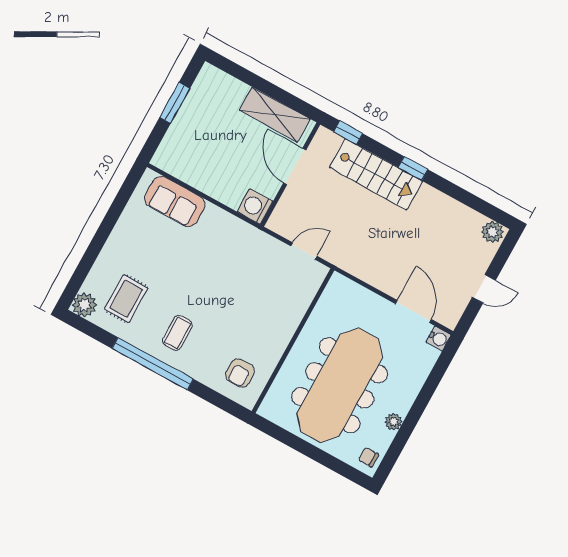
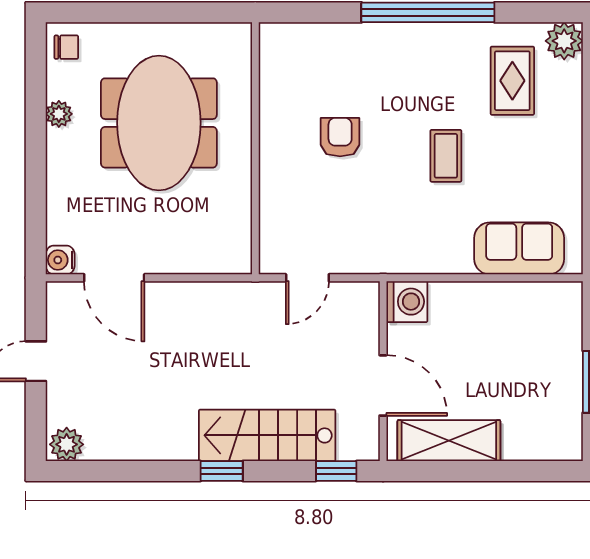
coffee table: (177, 333) -> (446, 156), moved
armchair: (240, 373) -> (340, 137), moved
meeting table: (340, 385) -> (159, 123), width x0.73

